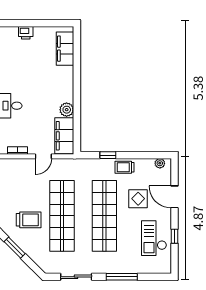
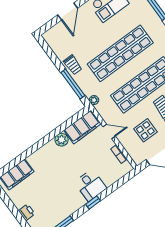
window: (108, 155) -> (73, 84), width x2.17
plant: (160, 163) -> (94, 100), moved
display table: (138, 199) -> (145, 130), moved

